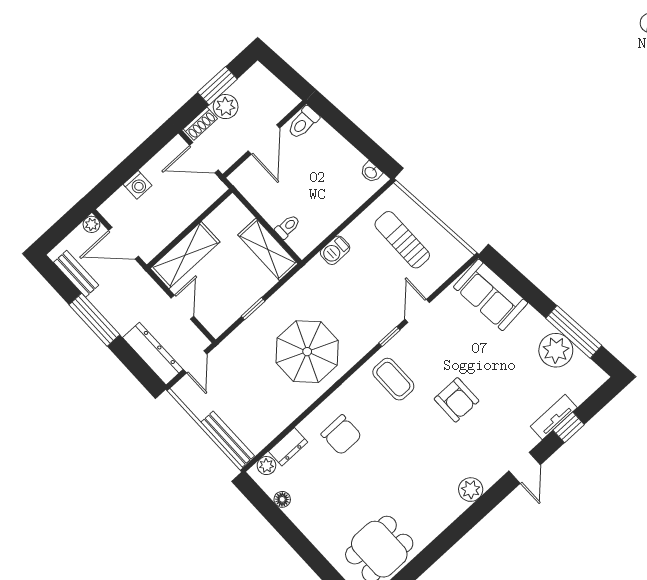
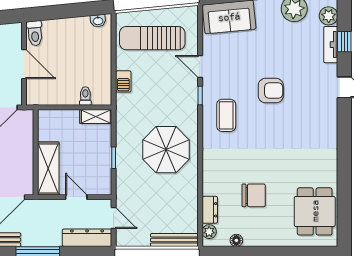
sun lounger: (402, 240) -> (152, 38), width x1.36, depth x1.34
shelving: (268, 249) -> (96, 116), width x0.67, depth x0.75
coffee table: (393, 379) -> (226, 115), turned 90
chair: (341, 435) -> (254, 195), moved
plant: (471, 490) -> (329, 16), moved

